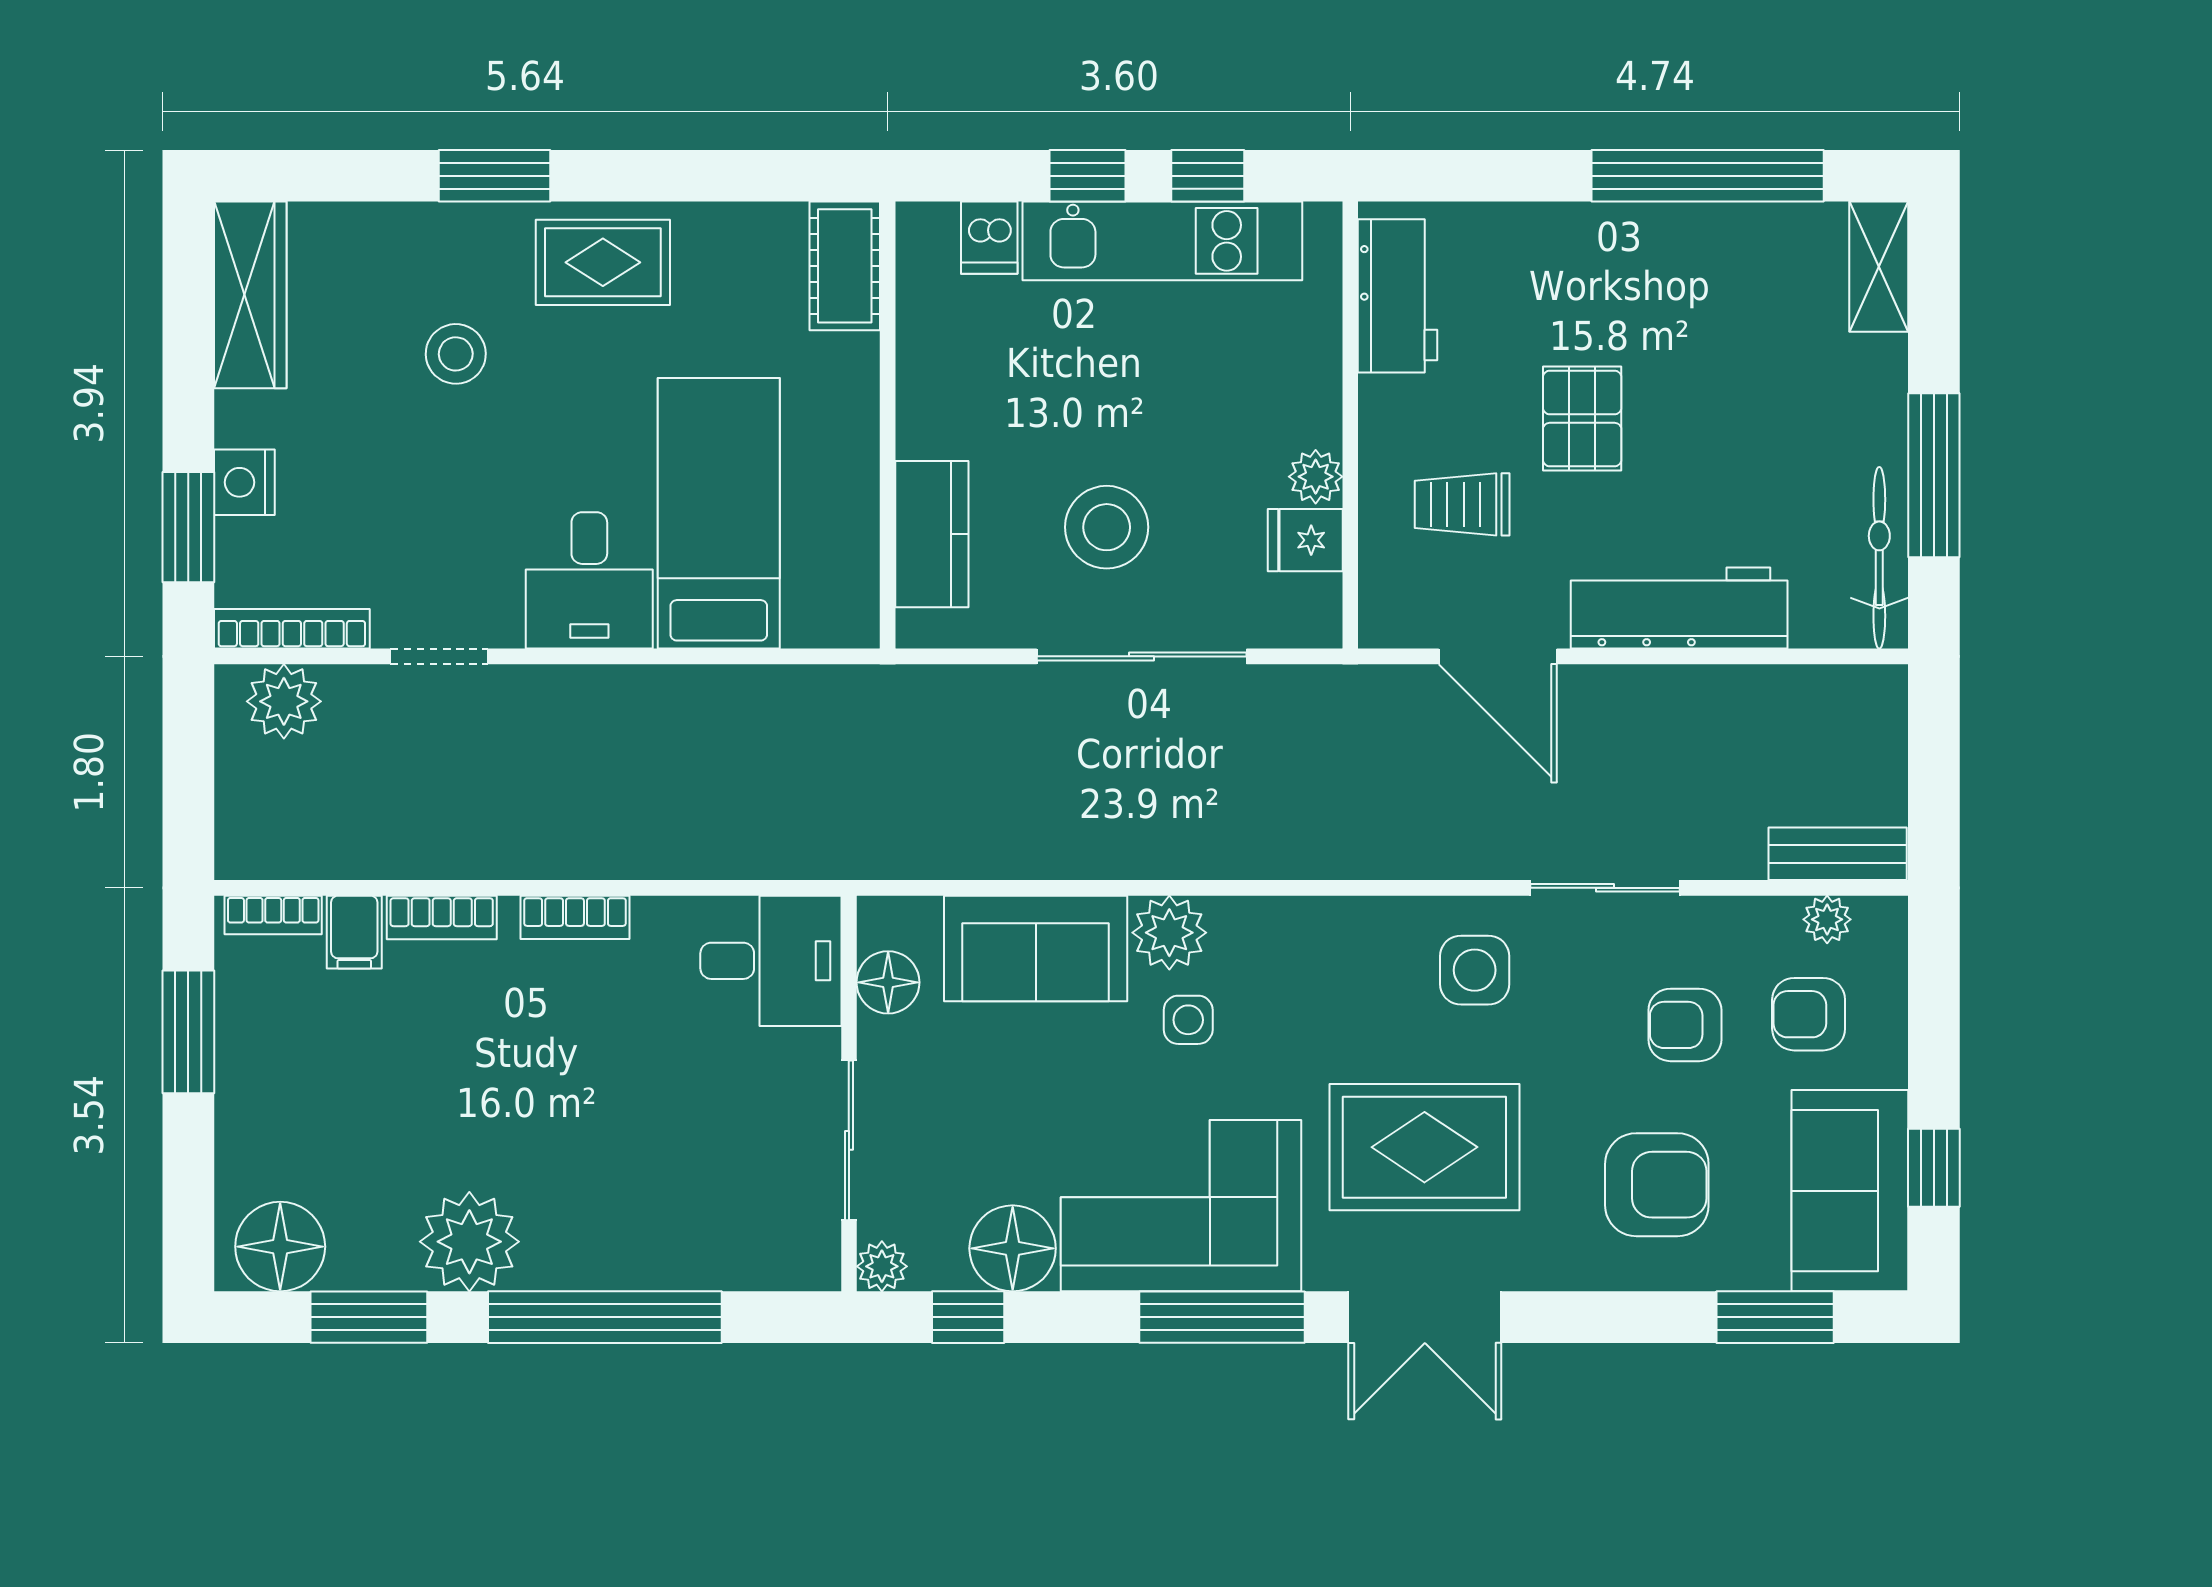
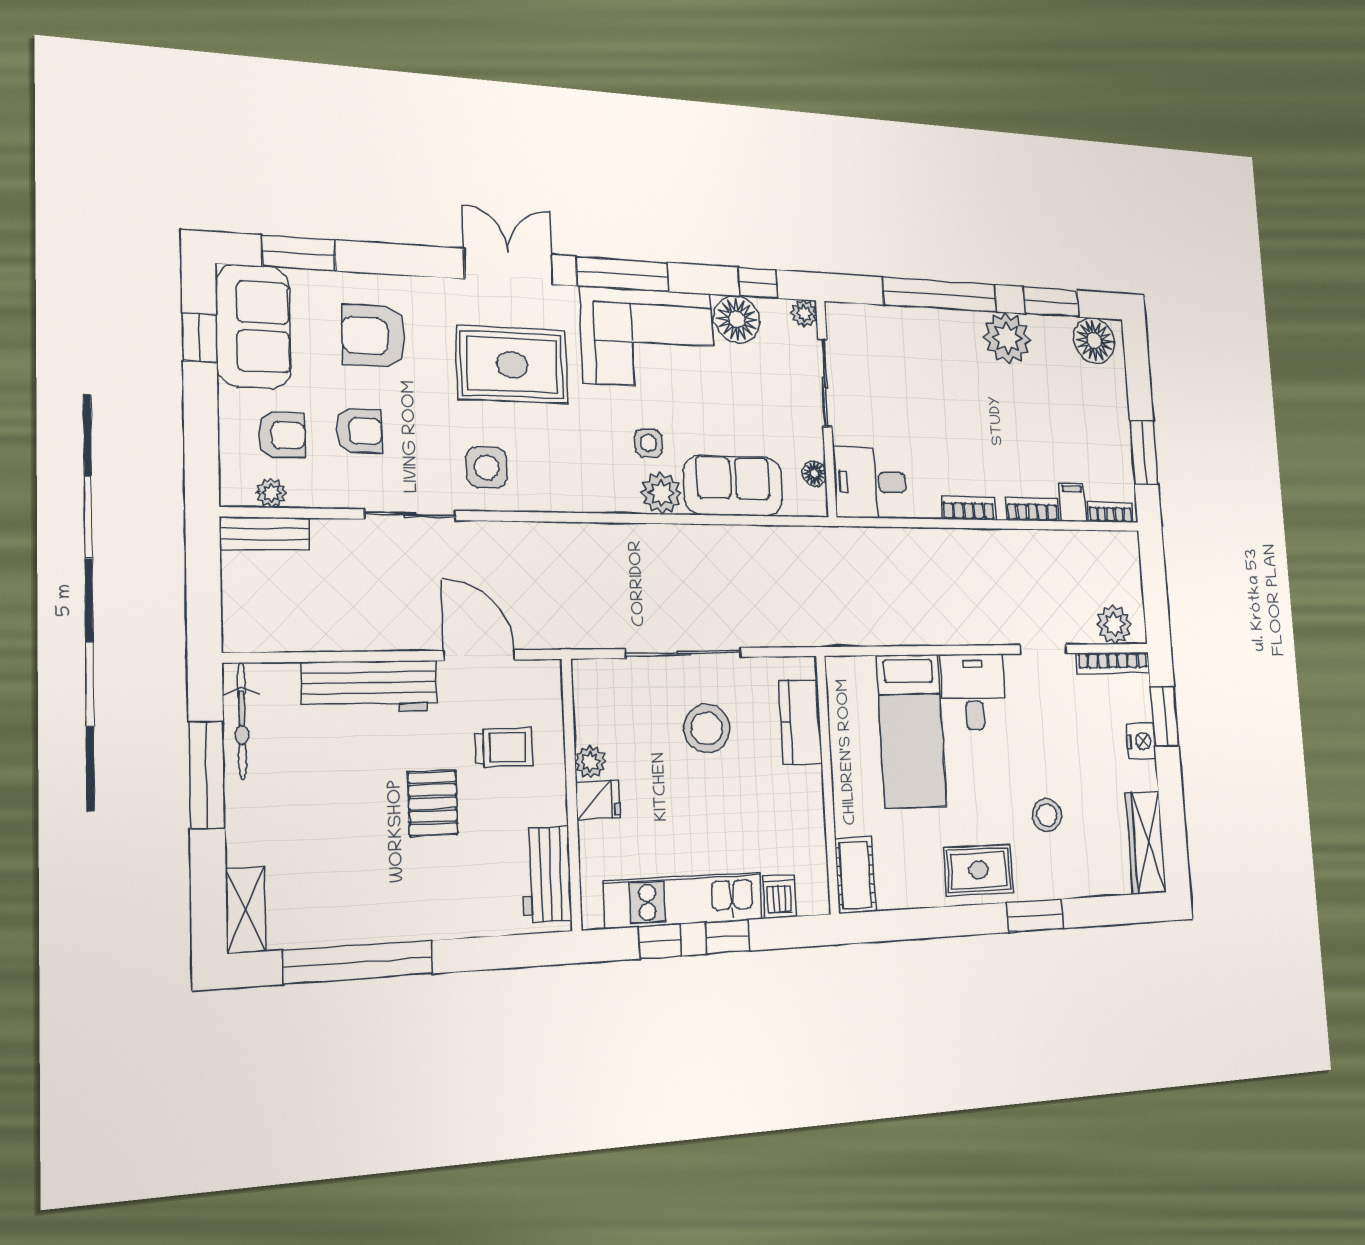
fridge: (1305, 540) -> (598, 800), moved
floor lamp: (888, 982) -> (814, 474), width x0.73, depth x0.73

